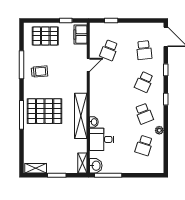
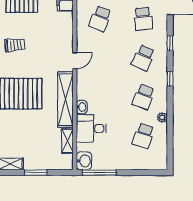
door: (88, 65) -> (75, 61), moved
school desk: (144, 114) -> (143, 97), turned 42
shelving: (82, 163) -> (68, 141), moved

